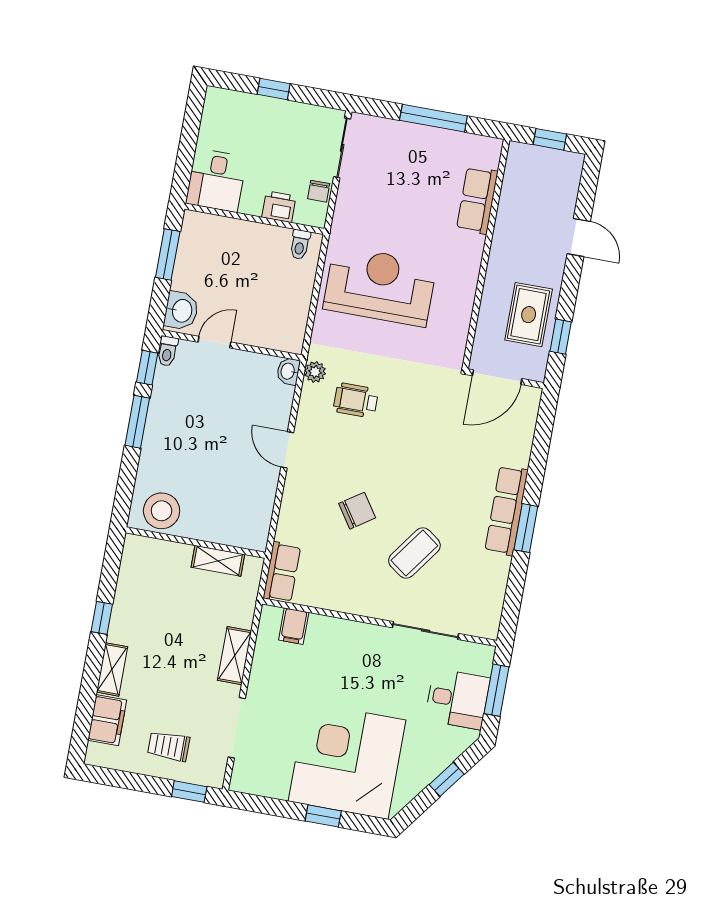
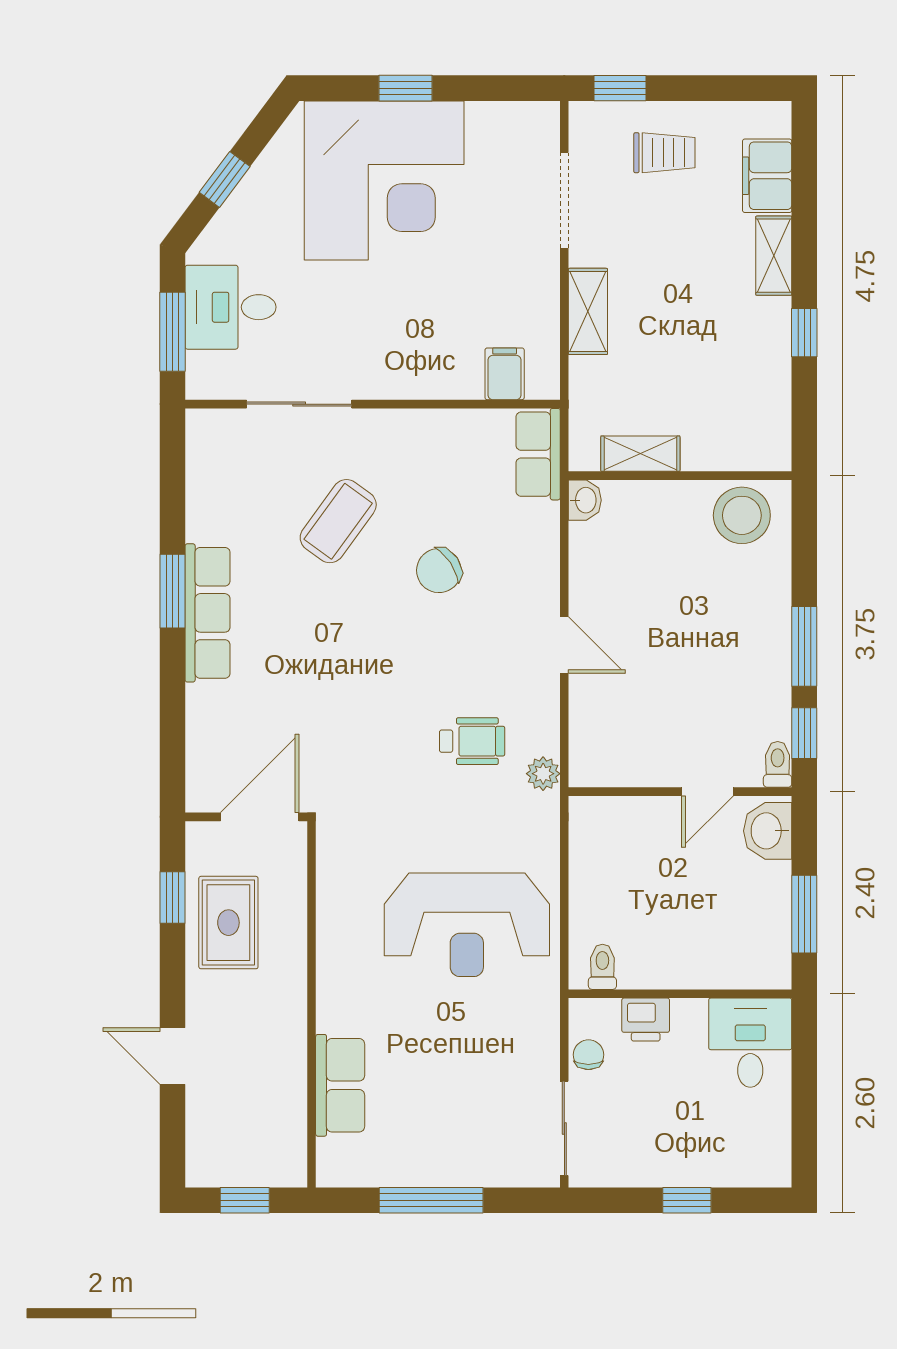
washbasin: (288, 371) -> (585, 500), moved

